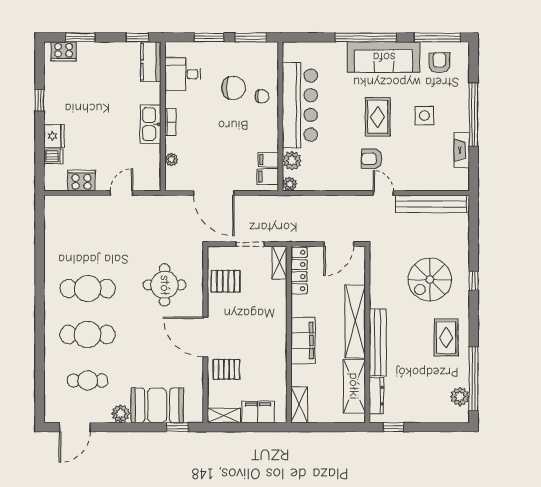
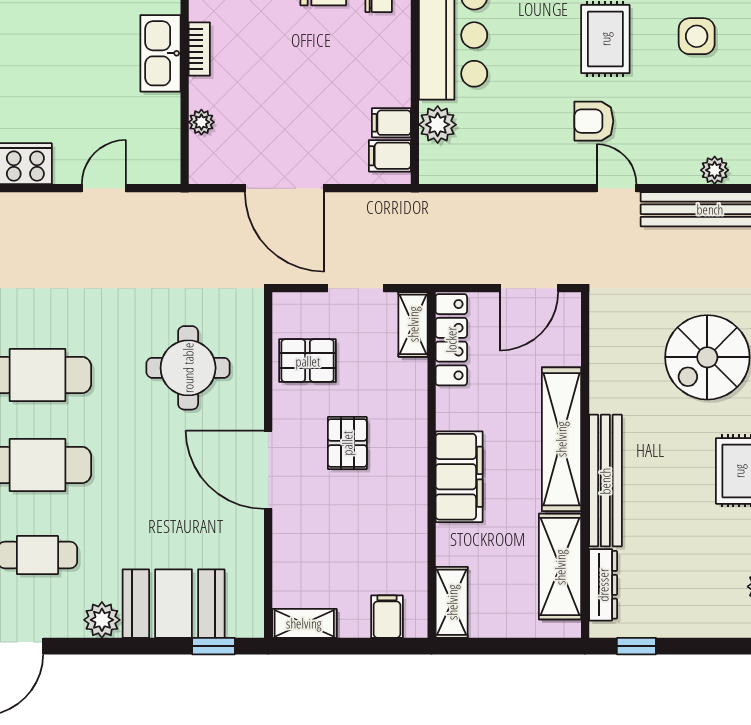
plant: (290, 184) -> (715, 170), moved
pallet: (226, 369) -> (347, 443), moved, turned 90
filing cabinet: (258, 412) -> (387, 617), width x0.50

